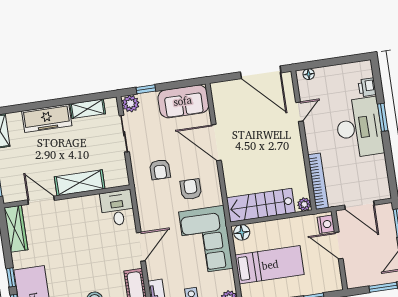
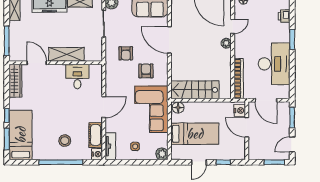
desk: (359, 128) -> (274, 64), moved
plant: (304, 204) -> (226, 43), moved
desk: (117, 208) -> (77, 77), moved

